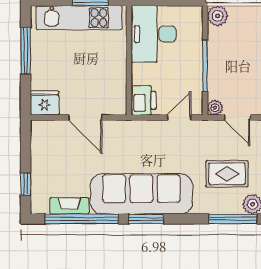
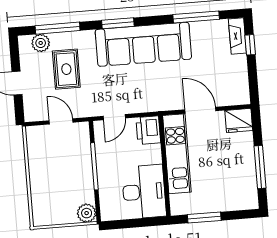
kitchen unit: (79, 18) -> (177, 154), moved, turned 90
plant: (215, 108) -> (82, 129), removed
rug: (227, 174) -> (66, 69), turned 90
fireplace: (69, 206) -> (237, 36), moved, turned 90
window: (82, 219) -> (196, 17), width x0.68
window: (146, 219) -> (118, 23), moved

